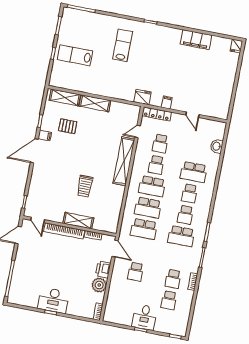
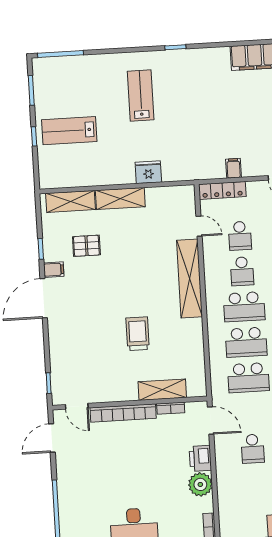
fridge: (142, 97) -> (148, 172), moved
door: (137, 132) -> (199, 226), swing flipped
trolley: (85, 186) -> (138, 334), turned 180
shelving: (78, 221) -> (162, 390), moved

